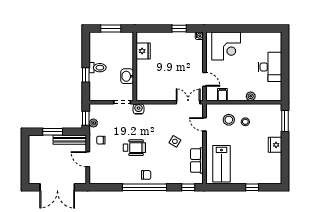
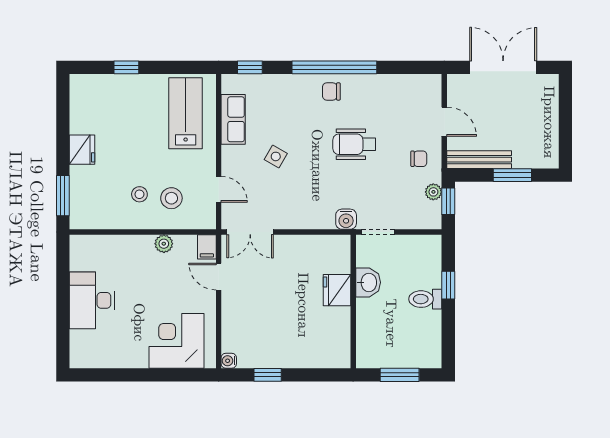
fridge: (143, 51) -> (337, 290), moved
filing cabinet: (222, 95) -> (207, 247), moved
plant: (251, 96) -> (164, 244), moved

